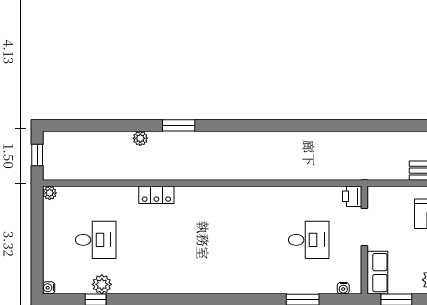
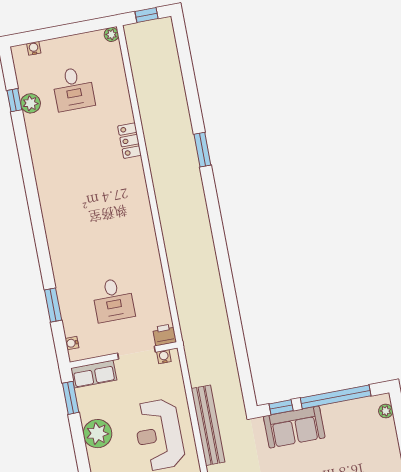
plant: (140, 138) -> (182, 114), removed
water cooler: (373, 201) -> (164, 357), added
water cooler: (49, 288) -> (34, 48), moved

